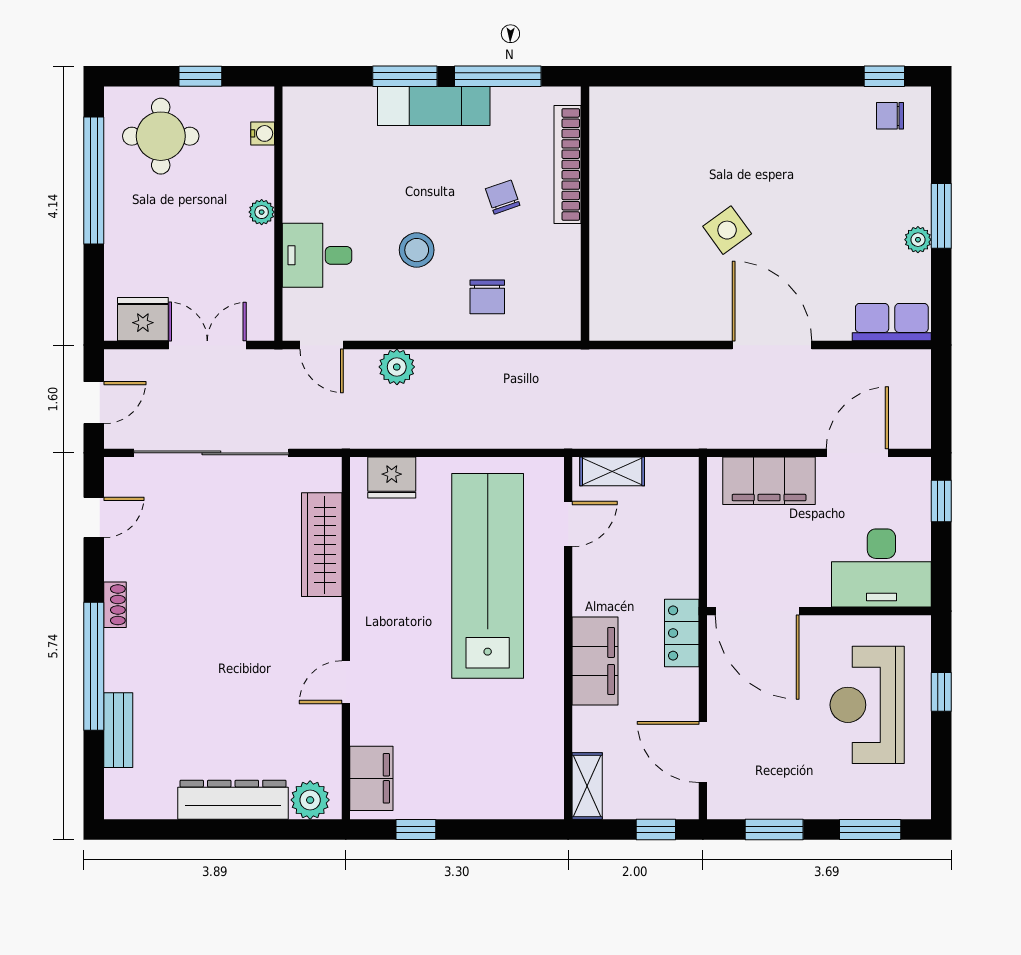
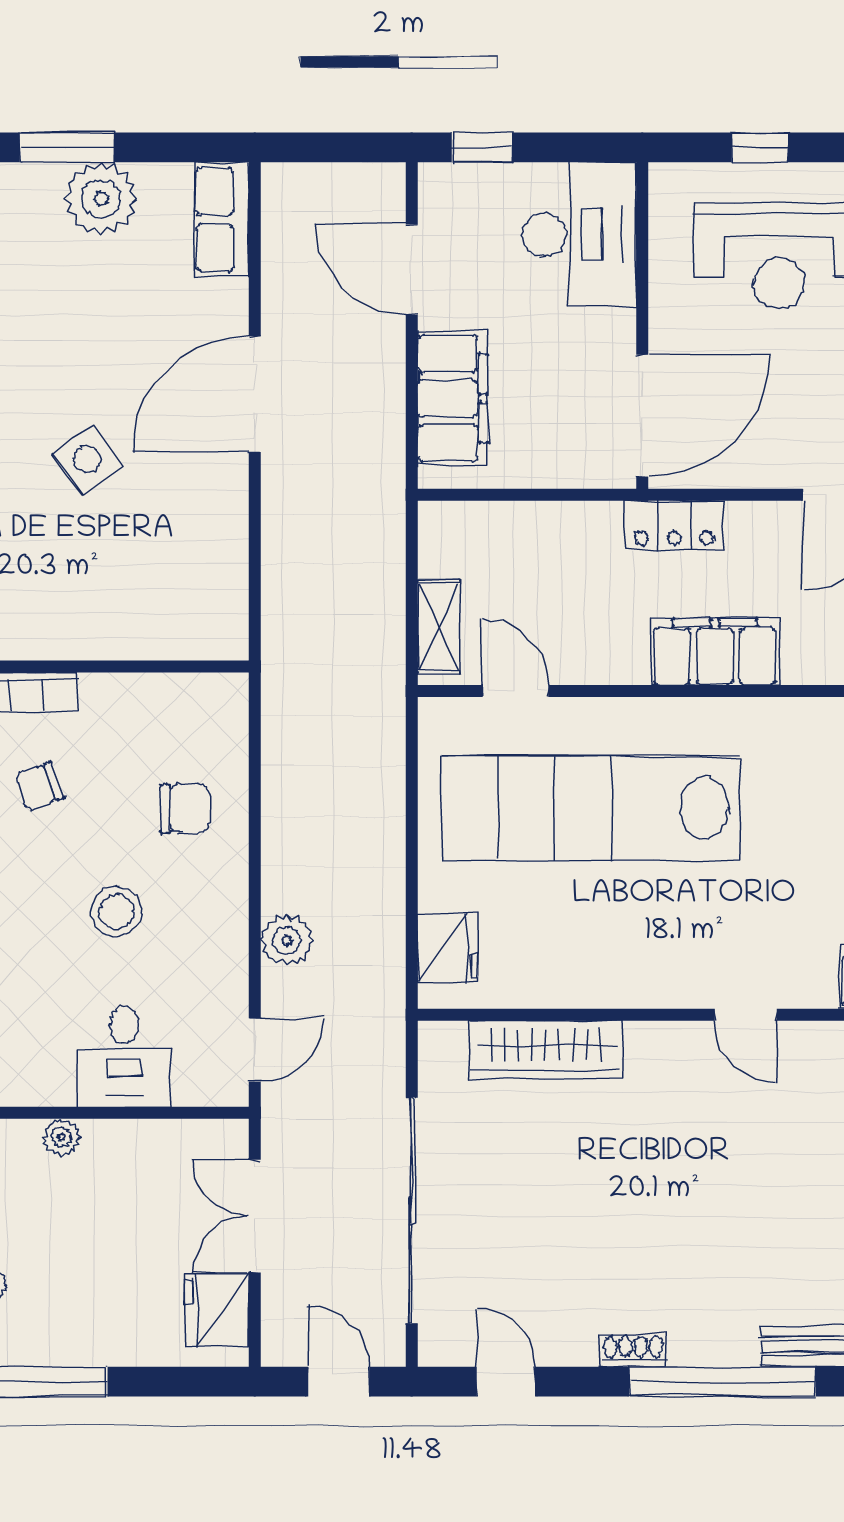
plant: (918, 240) -> (101, 198), width x1.88, depth x1.88

